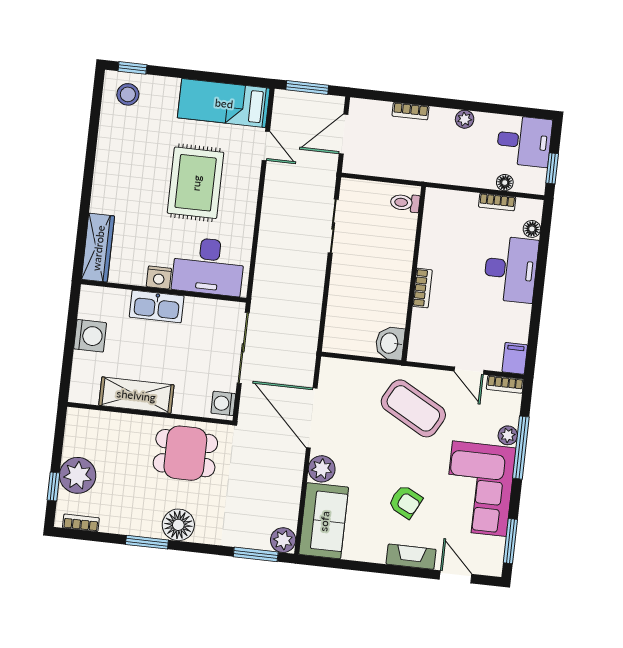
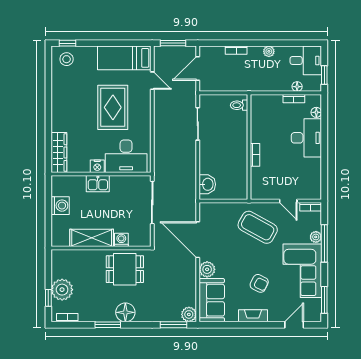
kitchen sink: (157, 306) -> (98, 184), width x0.73
washbasin: (390, 343) -> (207, 184), moved, turned 180
filing cabinet: (515, 358) -> (315, 191), removed
washing machine: (223, 403) -> (121, 240), moved, turned 90
fireplace: (411, 557) -> (253, 316), moved
door: (456, 577) -> (294, 325), hinge flipped

